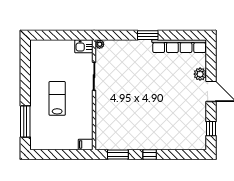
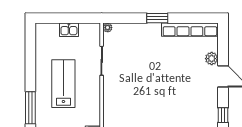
kitchen sink: (84, 46) -> (69, 30), moved
lab bench: (57, 98) -> (63, 84), width x1.36, depth x1.39

